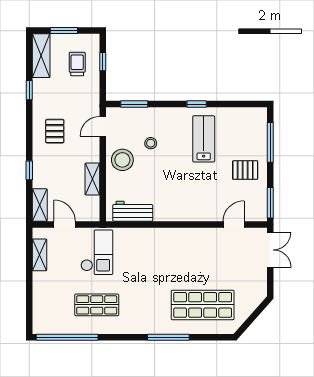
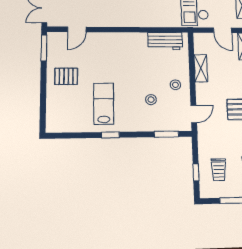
lab bench: (204, 139) -> (104, 104), turned 180
window: (270, 142) -> (43, 101), removed
stool: (122, 160) -> (175, 85), width x0.53, depth x0.53

